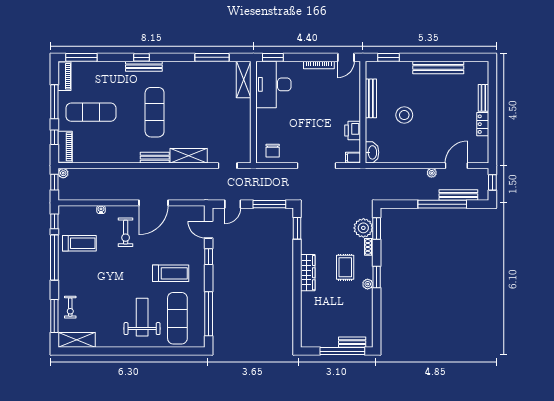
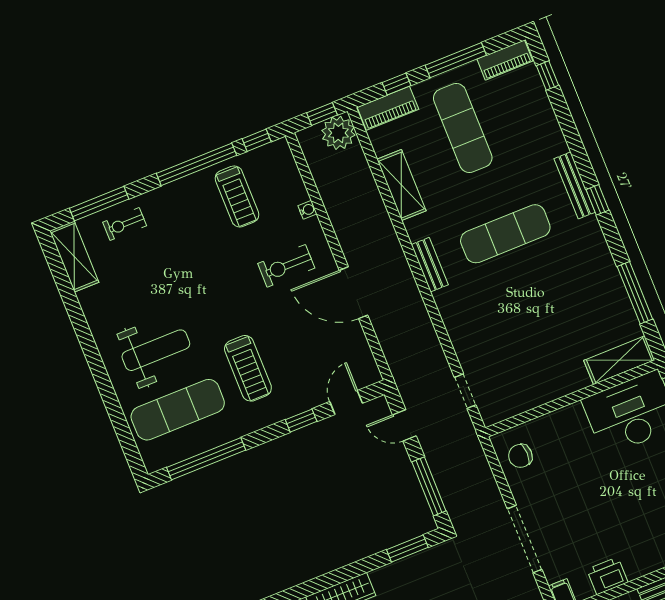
window: (81, 57) -> (547, 75), width x0.46
window: (142, 57) -> (598, 200), moved
shelving: (189, 156) -> (401, 185), moved
plant: (63, 173) -> (338, 133), width x1.87, depth x1.87

